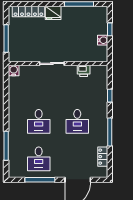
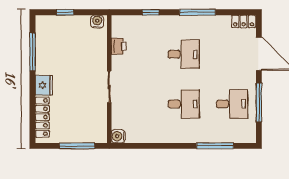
water cooler: (103, 40) -> (97, 22), moved
locker: (103, 157) -> (244, 21), moved

